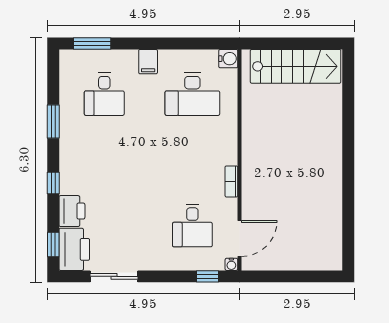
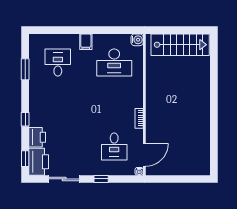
window: (92, 43) -> (50, 30), removed
desk: (104, 94) -> (58, 63), turned 180
window: (53, 122) -> (25, 69), moved
window: (207, 276) -> (101, 179), moved

